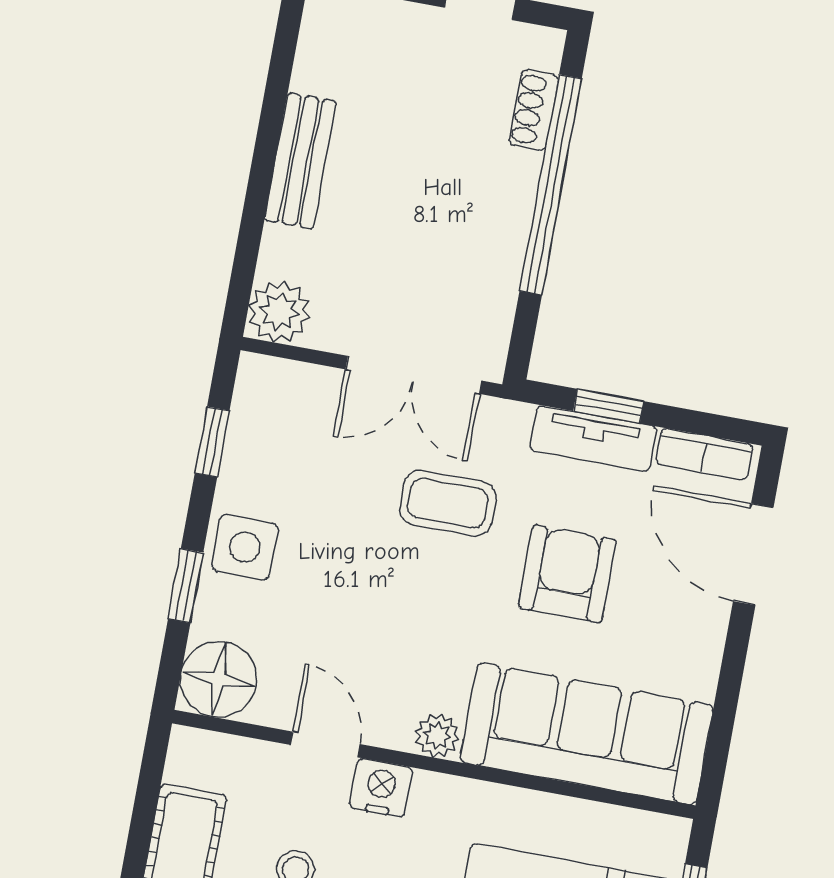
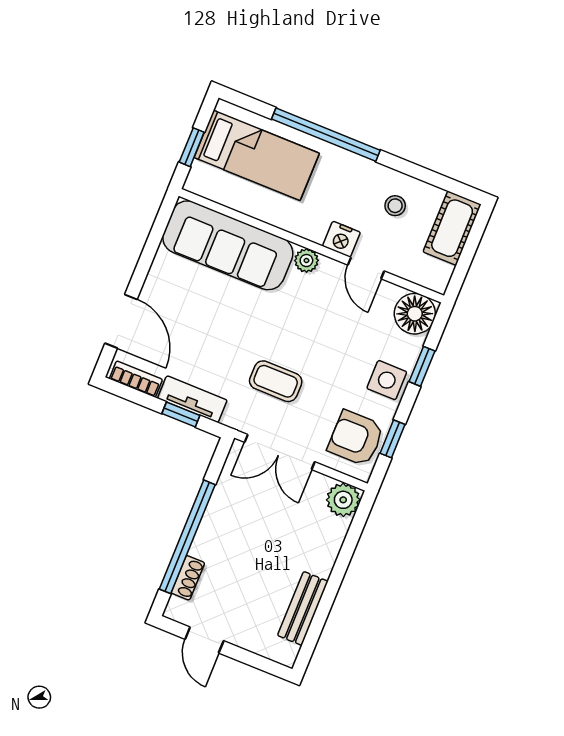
bench: (300, 161) -> (303, 608), moved
double door: (414, 375) -> (280, 452), swing flipped
armchair: (567, 574) -> (356, 438), moved, turned 90

